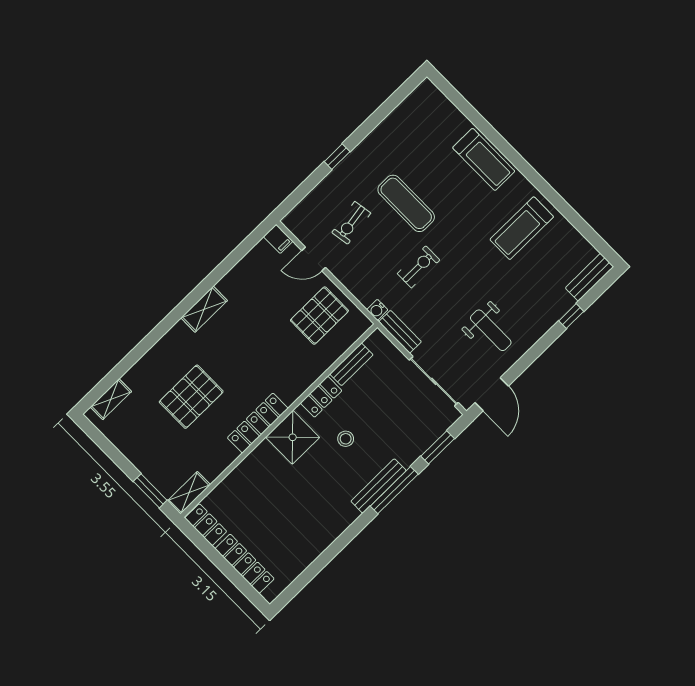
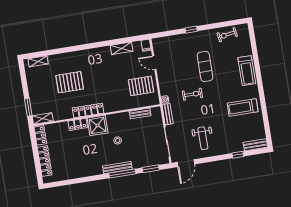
exercise bike: (351, 223) -> (227, 35), moved
shelving: (204, 309) -> (122, 48), moved
locker: (321, 397) -> (78, 124), moved

